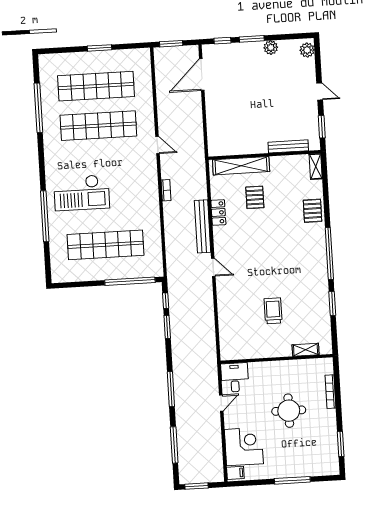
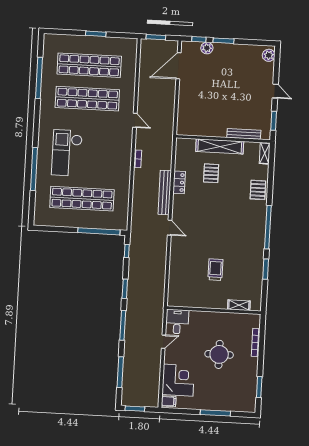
plant: (271, 48) -> (207, 48), moved
shelving: (241, 166) -> (220, 146), moved
checkout: (82, 193) -> (67, 153), turned 90
window: (167, 327) -> (125, 289), moved

